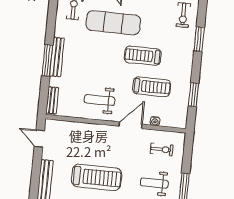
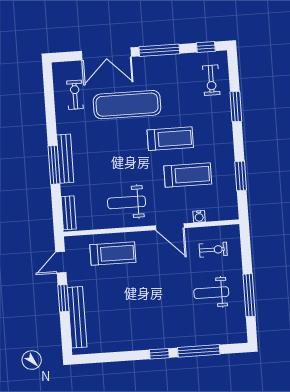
treadmill: (143, 56) -> (170, 139), turned 180
door: (130, 125) -> (170, 227), swing flipped
door: (39, 139) -> (61, 262), hinge flipped
window: (36, 167) -> (63, 298), added
treadmill: (97, 177) -> (113, 254), moved, width x0.73, depth x0.73

